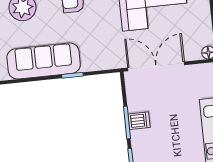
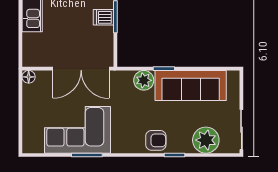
plant: (92, 61) -> (144, 80), added

